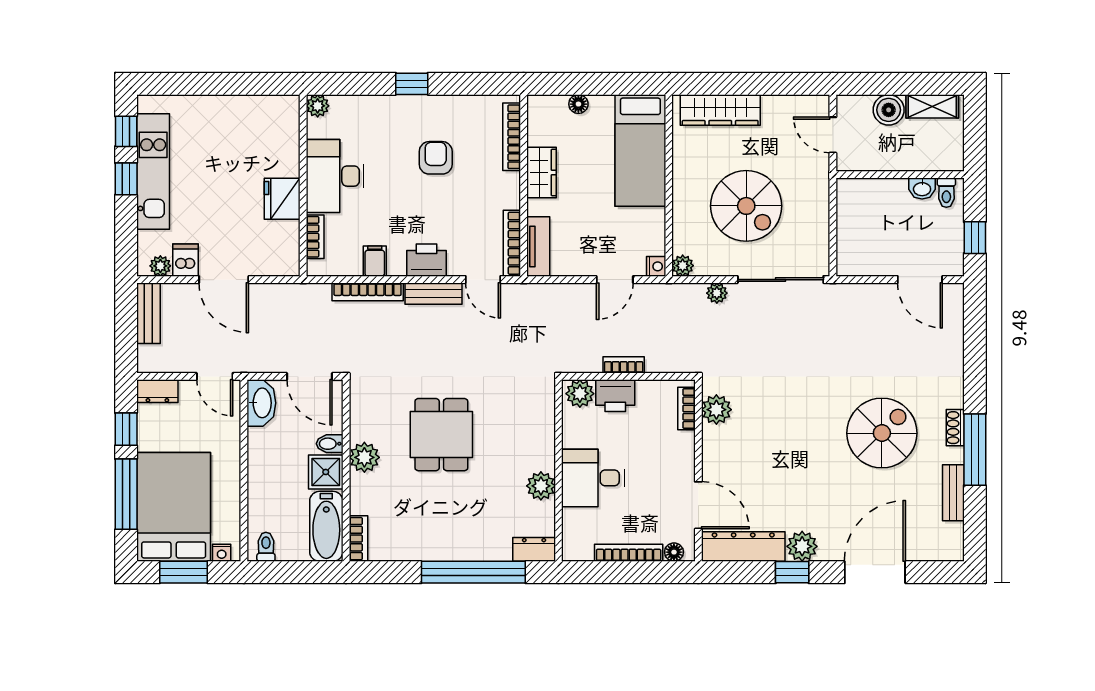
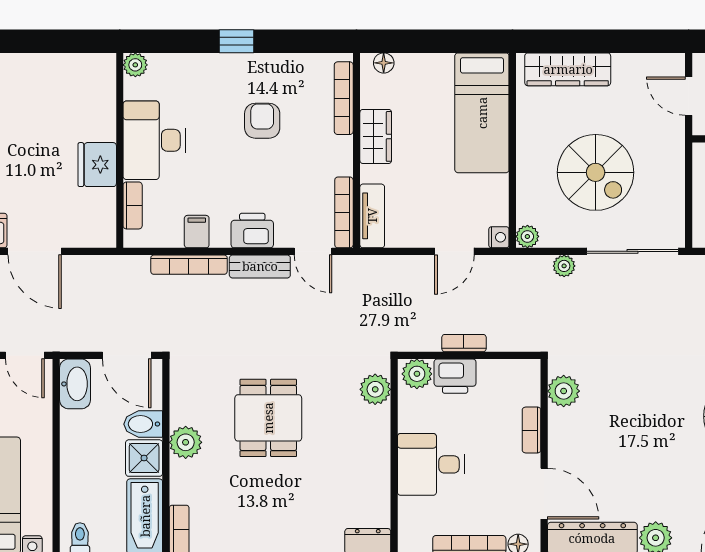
floor lamp: (578, 104) -> (384, 63), moved
bookcase: (687, 408) -> (532, 430), moved
bidet: (330, 444) -> (143, 424), width x1.38, depth x1.36
plant: (541, 486) -> (375, 389), moved

